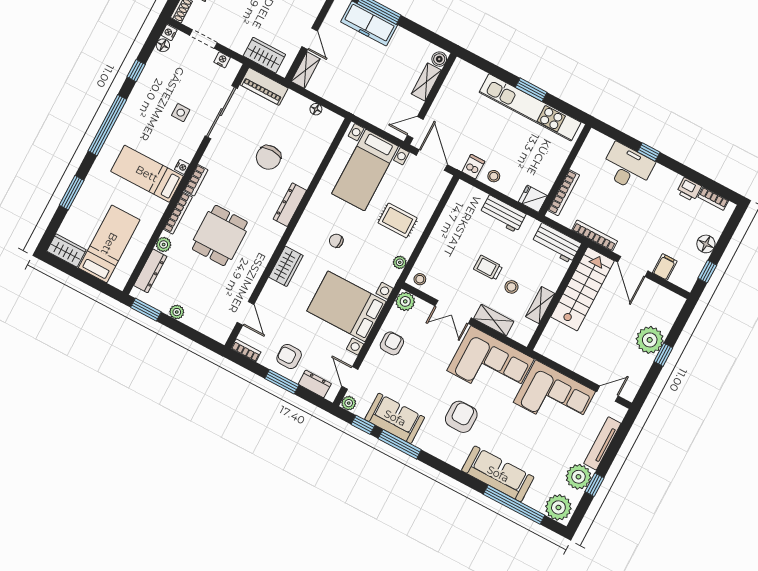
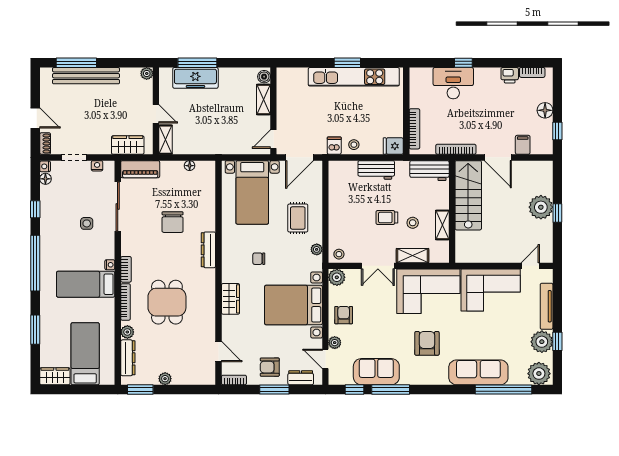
door: (432, 160) -> (299, 157), swing flipped
rug: (398, 220) -> (298, 218), turned 90
plant: (349, 403) -> (335, 343), moved

